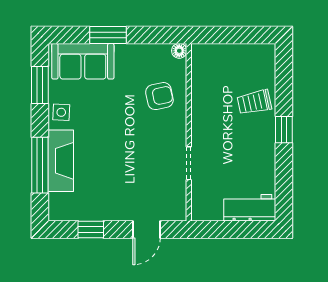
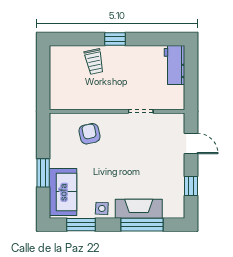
floor lamp: (179, 51) -> (55, 119), removed

